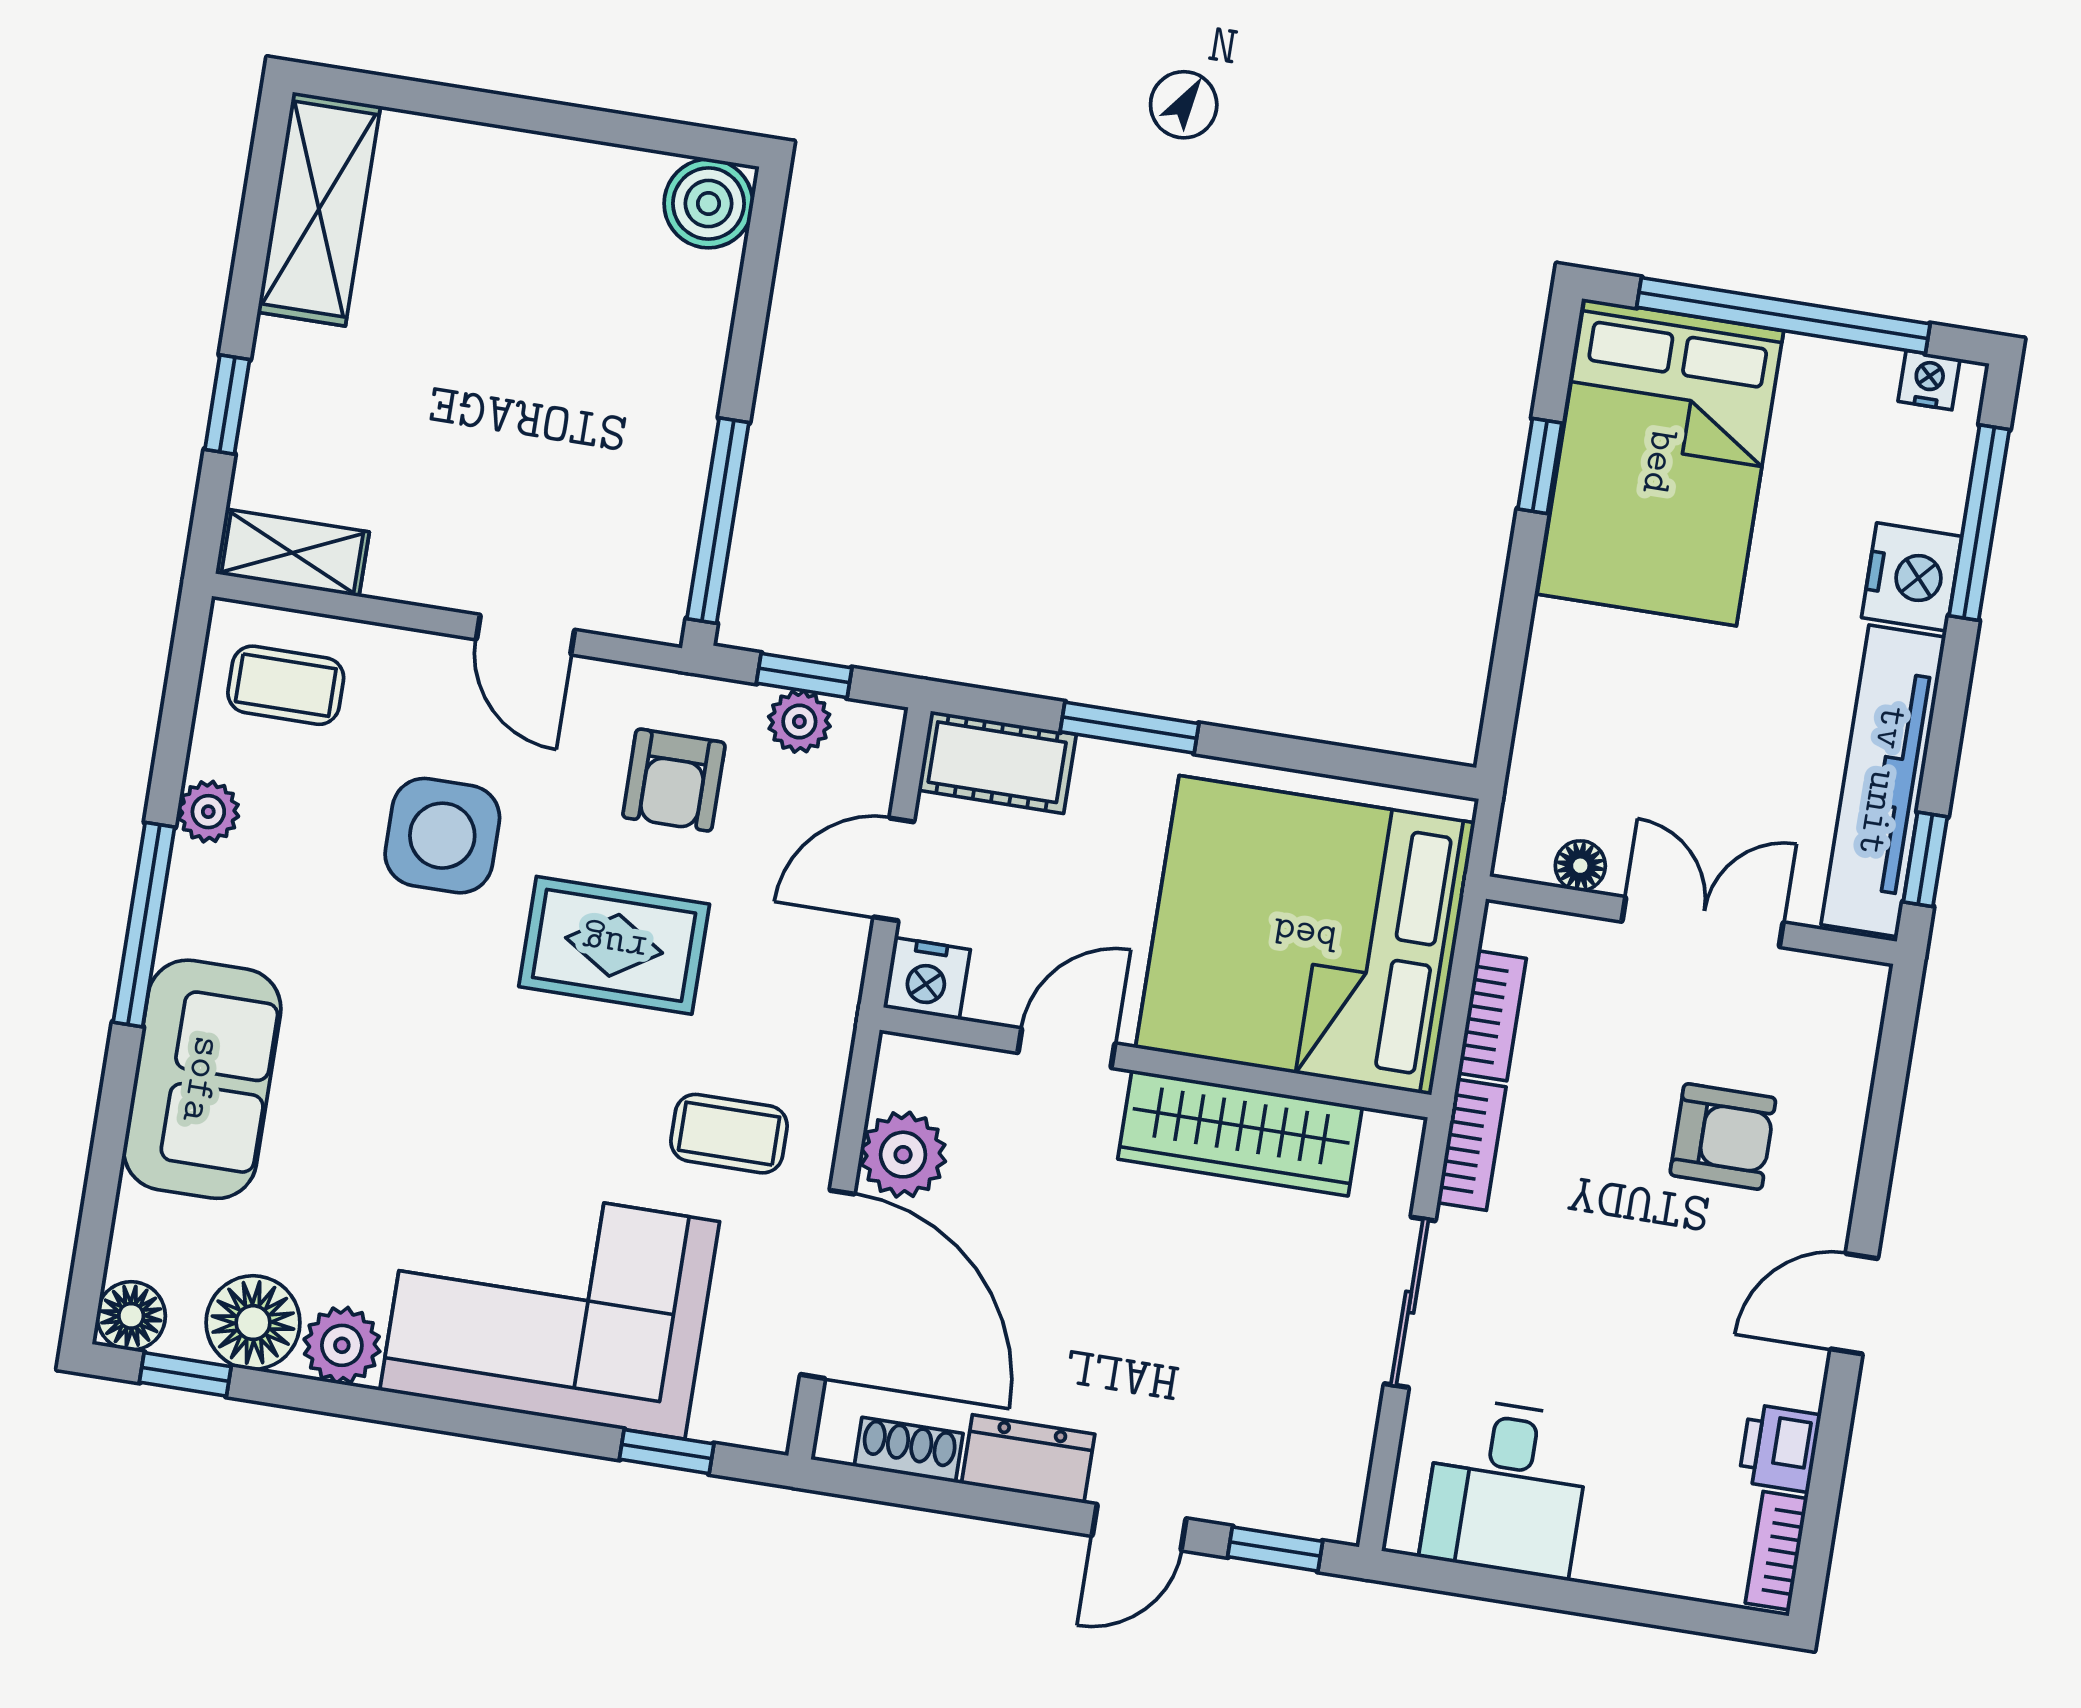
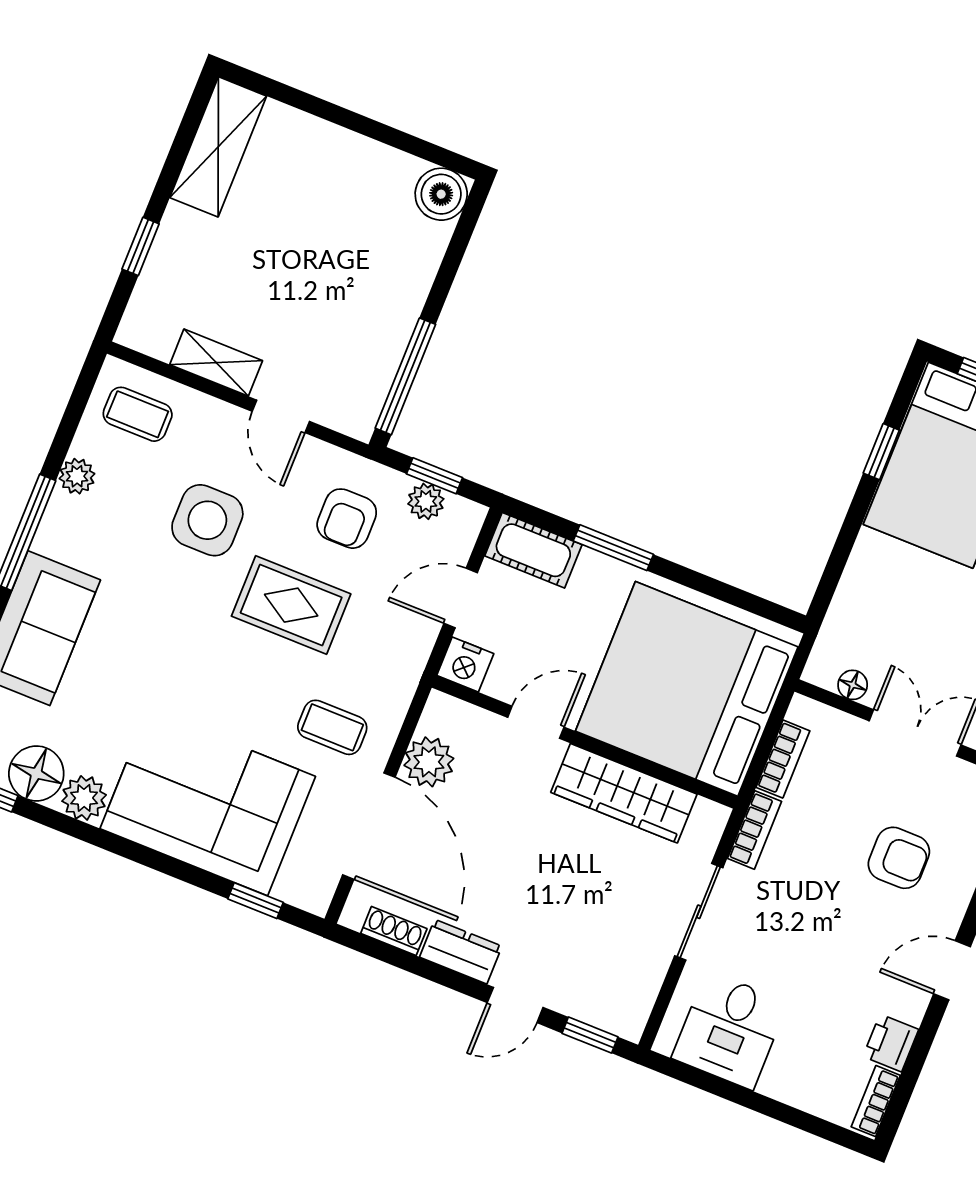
shelving: (292, 553) -> (216, 363), moved

